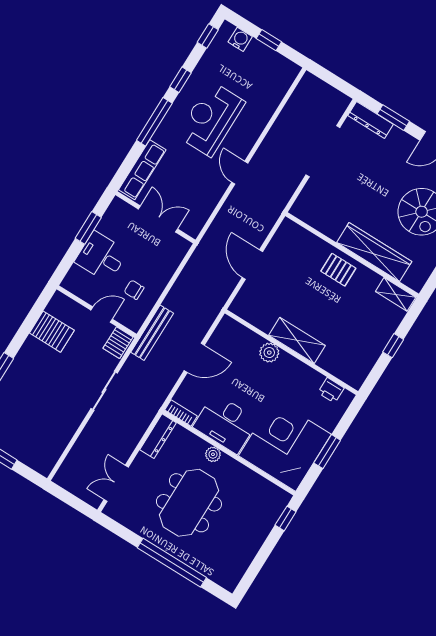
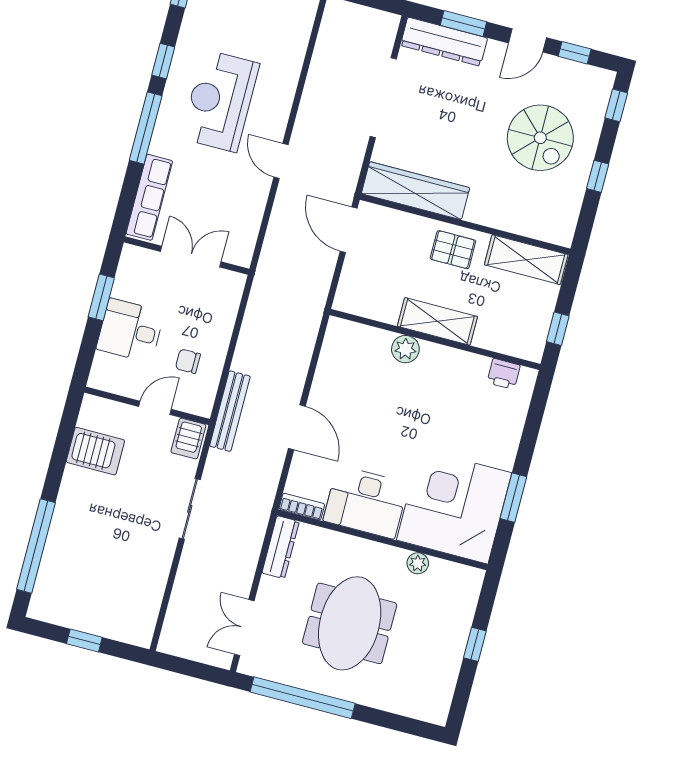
dresser: (370, 120) -> (444, 42), width x1.37, depth x1.24
wardrobe: (374, 252) -> (415, 191), moved
door: (252, 265) -> (349, 230), moved
shelving: (396, 294) -> (526, 260), width x1.50, depth x1.33
shelving: (297, 340) -> (437, 321), moved
wall: (291, 352) -> (435, 339), moved
plant: (269, 353) -> (405, 349), moved
door: (194, 358) -> (297, 427), hinge flipped
printer: (331, 390) -> (504, 374), moved
plant: (213, 454) -> (418, 563), moved
window: (286, 518) -> (475, 644), moved
window: (172, 563) -> (303, 698), moved

